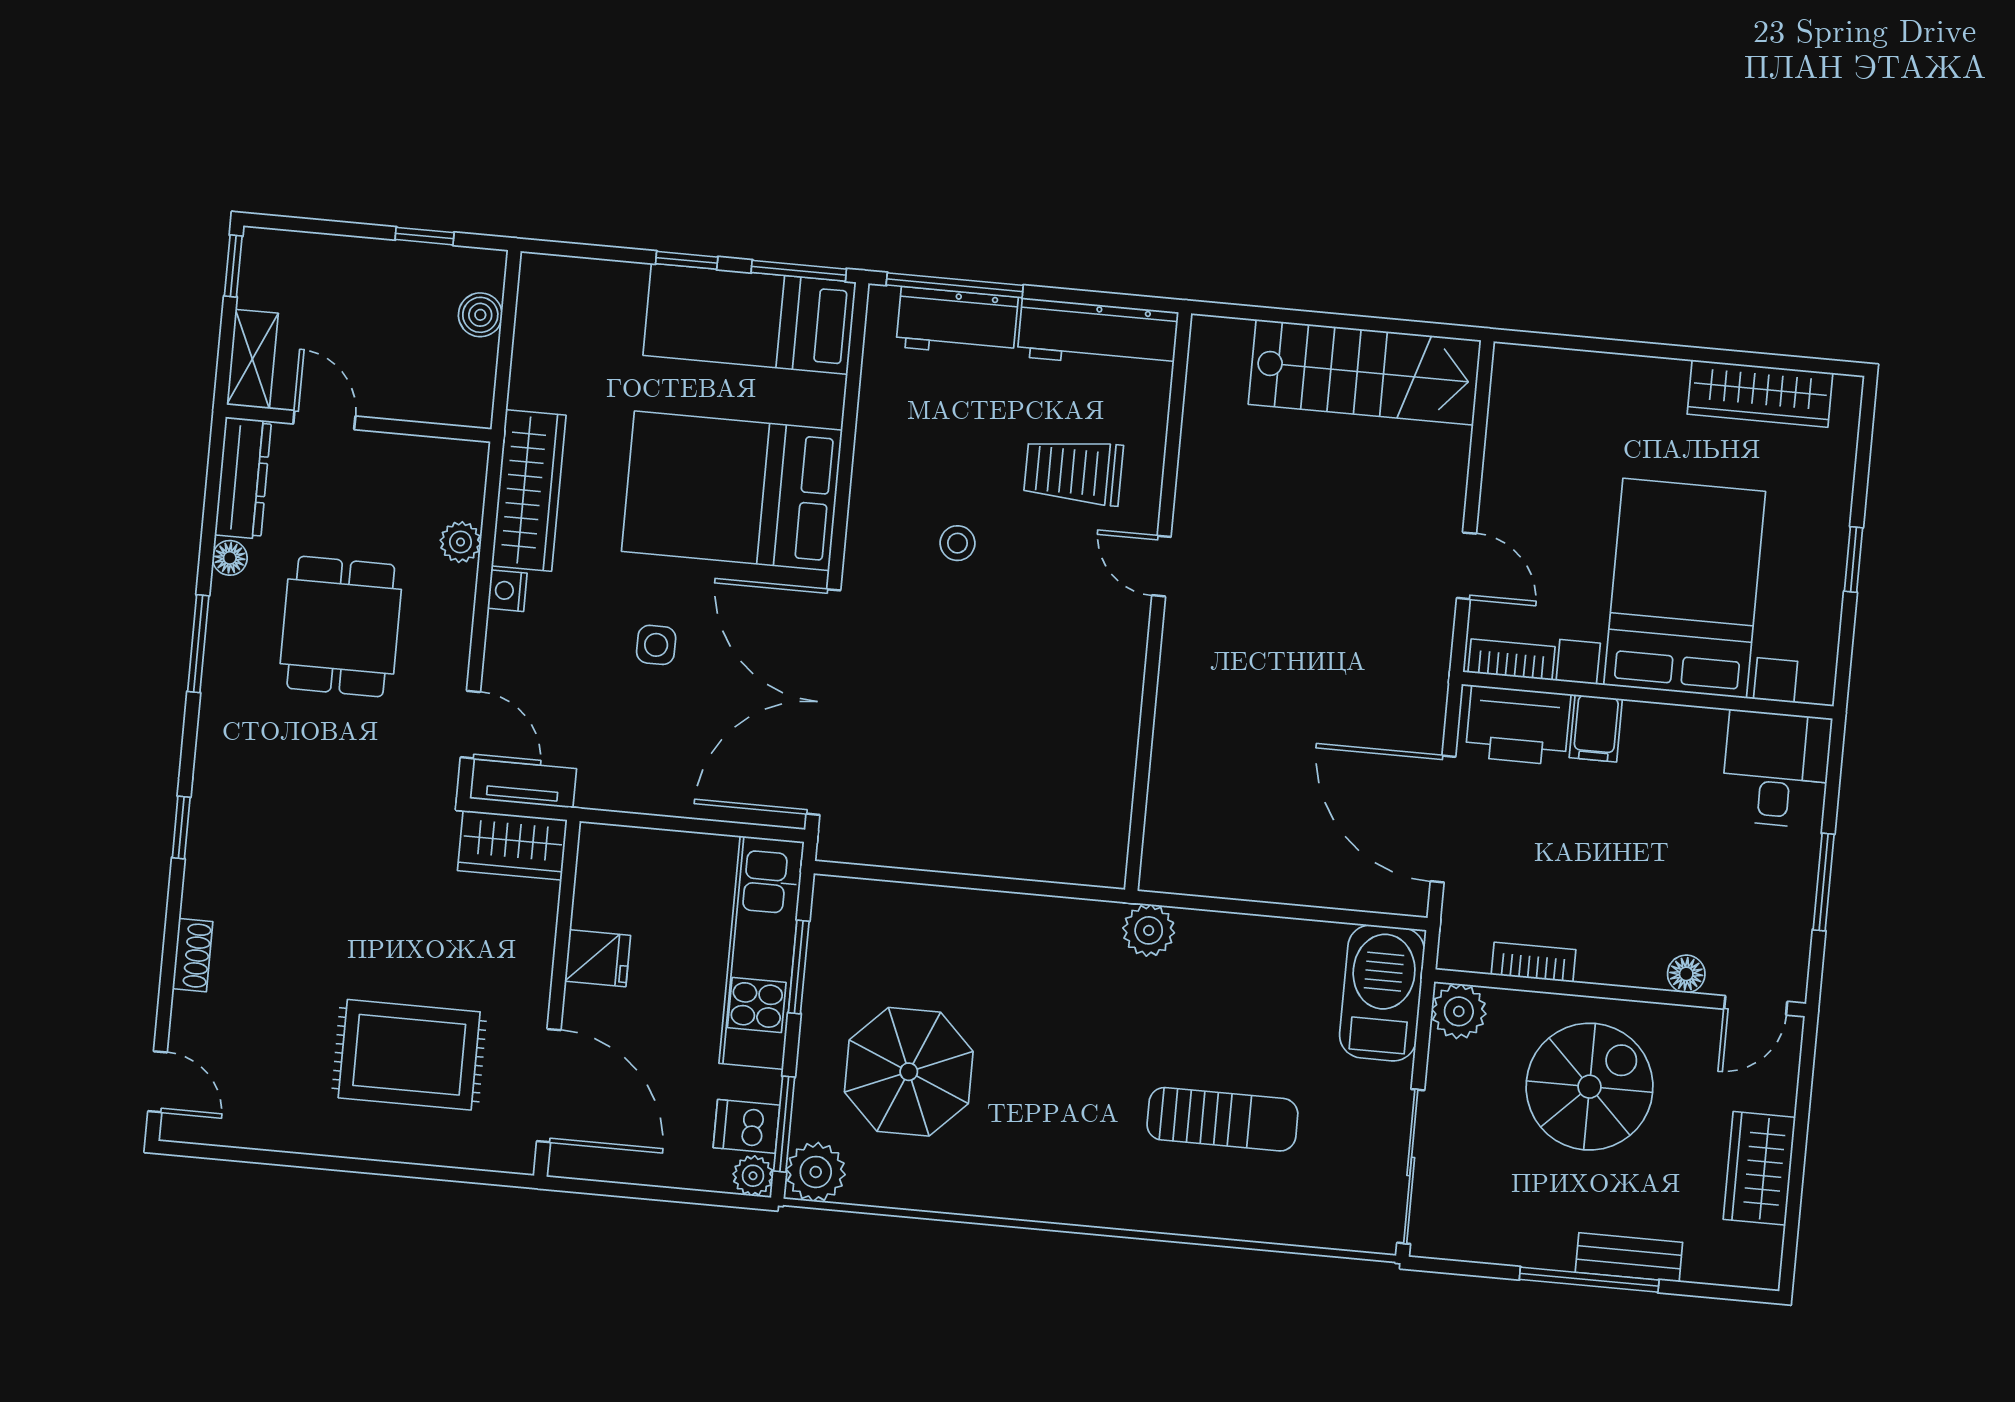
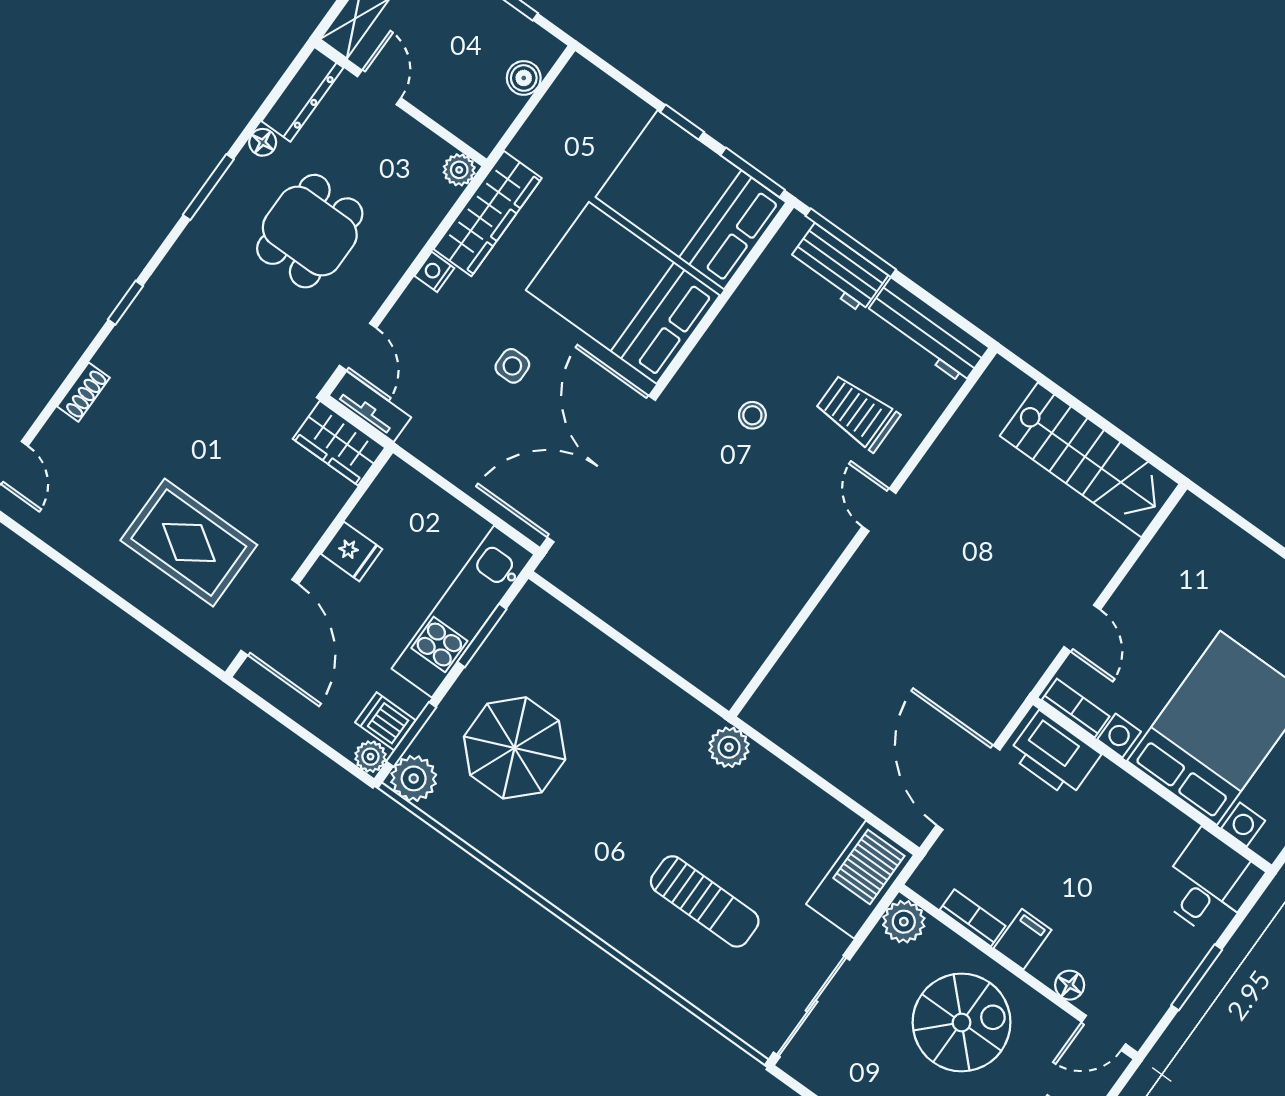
bed: (750, 319) -> (691, 200), width x1.50
plant: (461, 542) -> (459, 170), moved
filing cabinet: (1596, 728) -> (1023, 939), moved, turned 180

